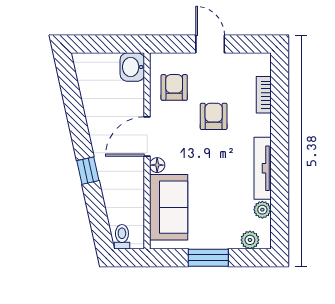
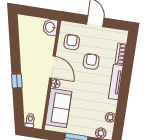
door: (147, 136) -> (53, 67), swing flipped
tv unit: (263, 168) -> (116, 82), moved

